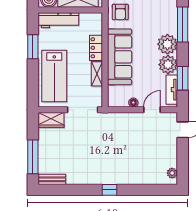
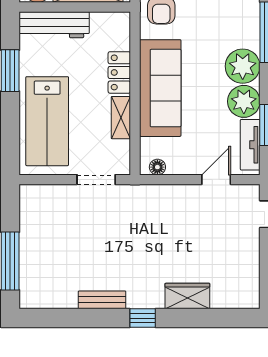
floor lamp: (133, 103) -> (157, 167), moved
doorway: (83, 110) -> (96, 180), width x0.73
wardrobe: (51, 120) -> (187, 296), moved, turned 180
plant: (172, 173) -> (251, 289), removed
bench: (52, 179) -> (102, 300), moved

